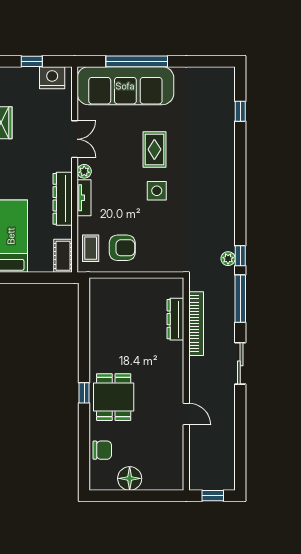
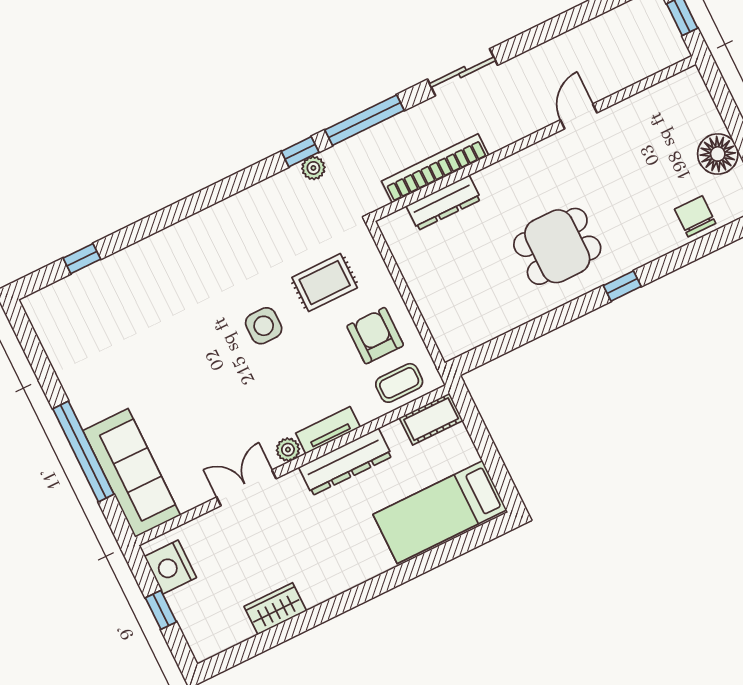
sofa: (125, 86) -> (132, 473), width x0.74, depth x0.79
rug: (154, 149) -> (325, 283), moved
dining table: (114, 397) -> (557, 246), moved

